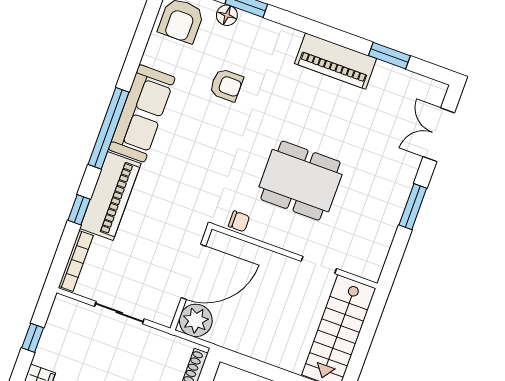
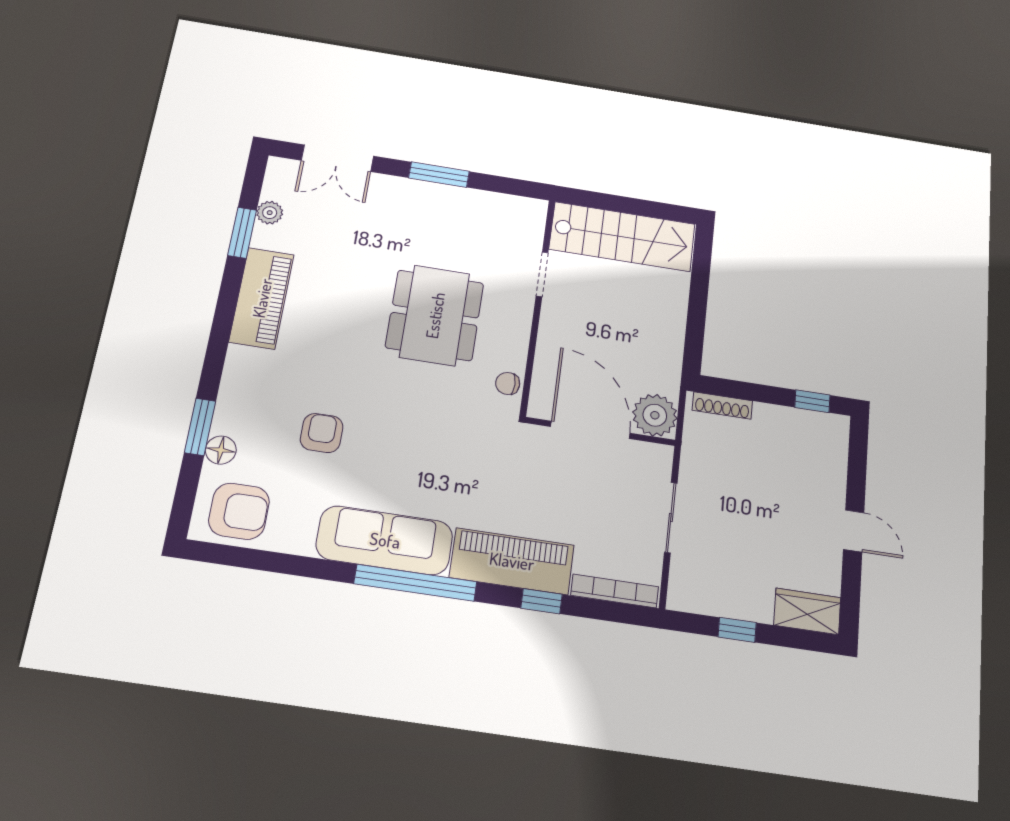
plant: (402, 78) -> (270, 213), added
chair: (239, 221) -> (508, 383), turned -90

